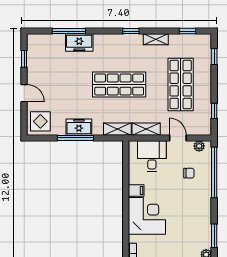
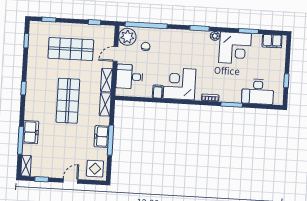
shelving: (156, 39) -> (26, 166), moved
plant: (199, 146) -> (127, 37), width x1.88, depth x1.88

